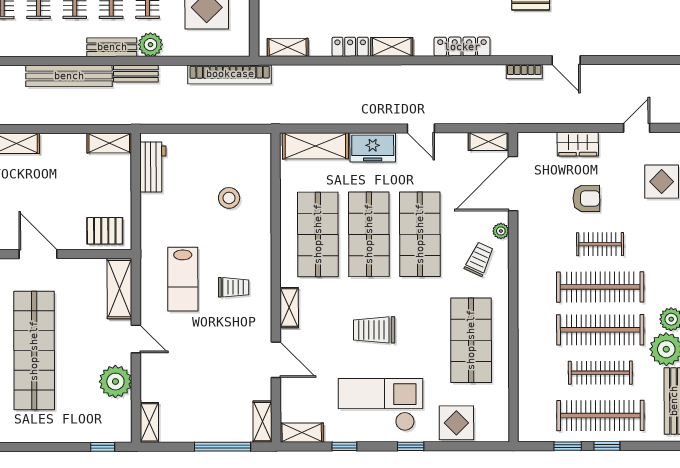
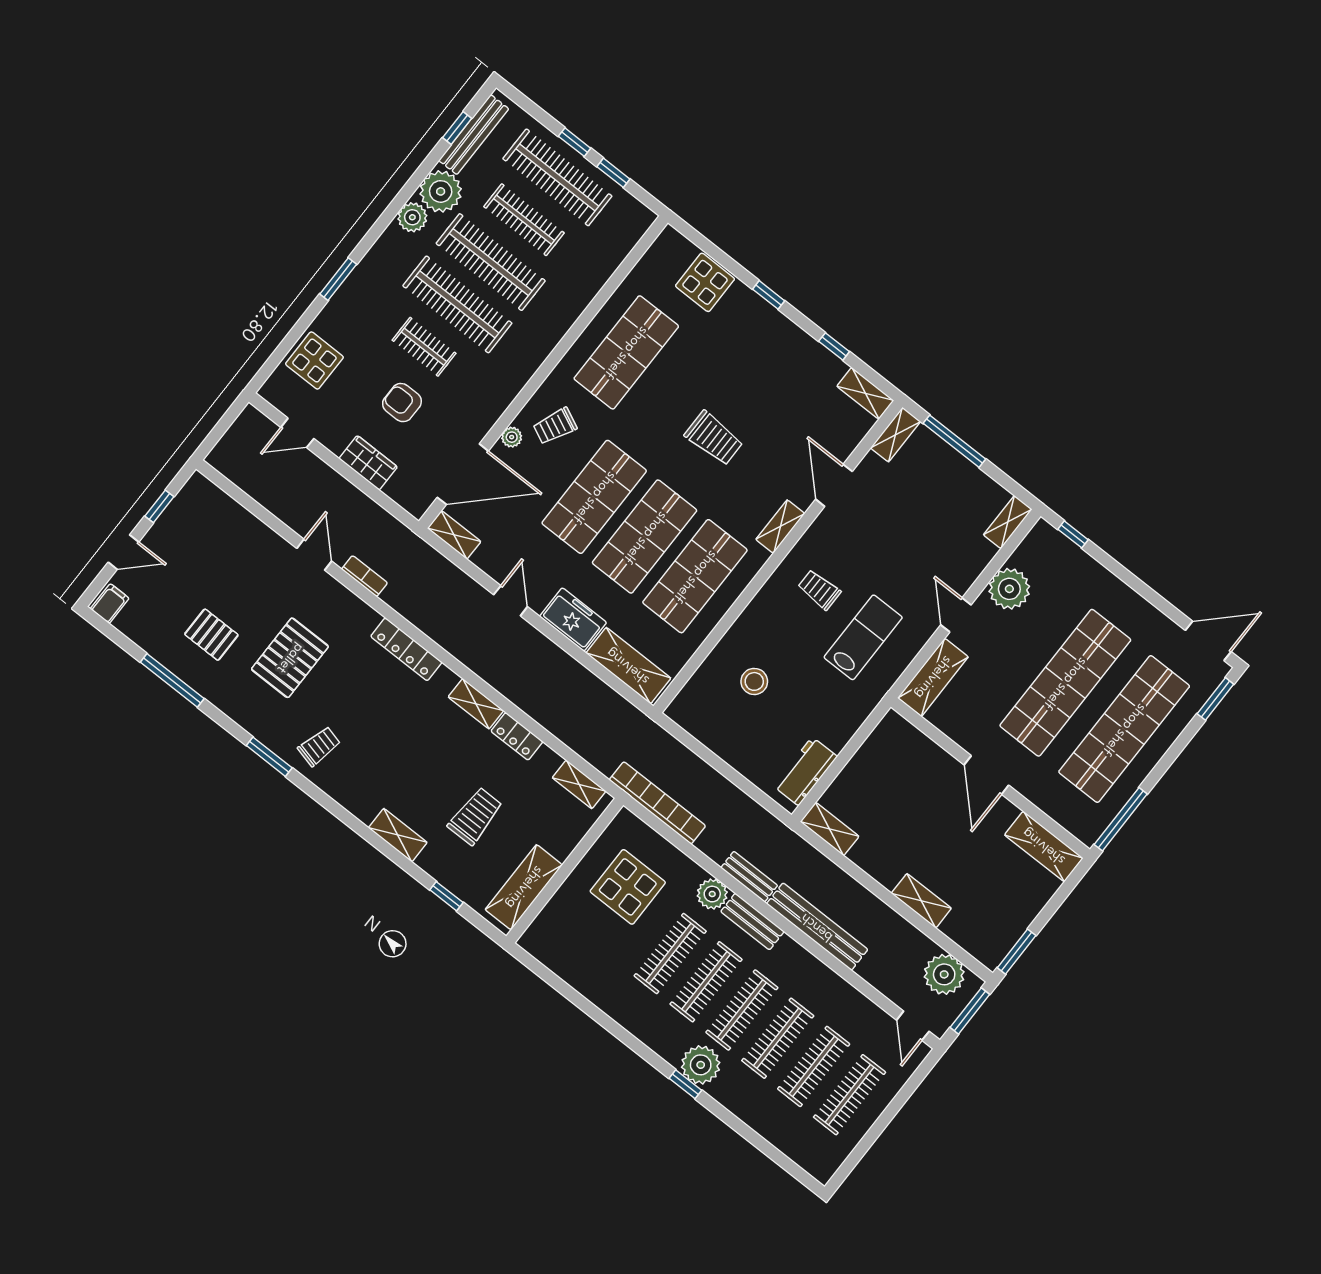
pallet: (105, 231) -> (902, 746), removed
checkout: (380, 405) -> (766, 360), removed

